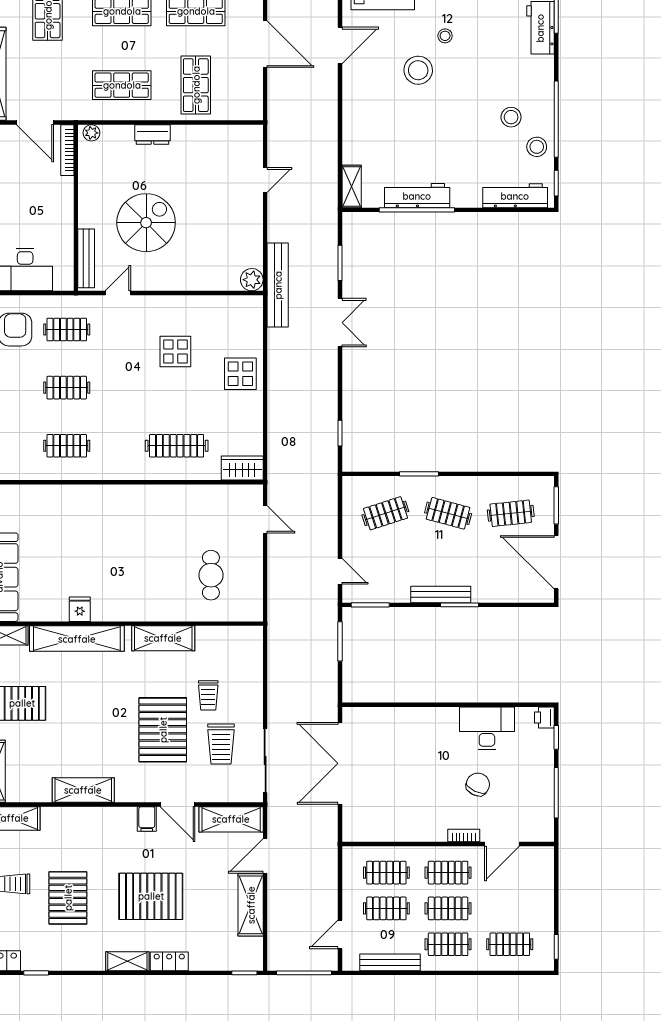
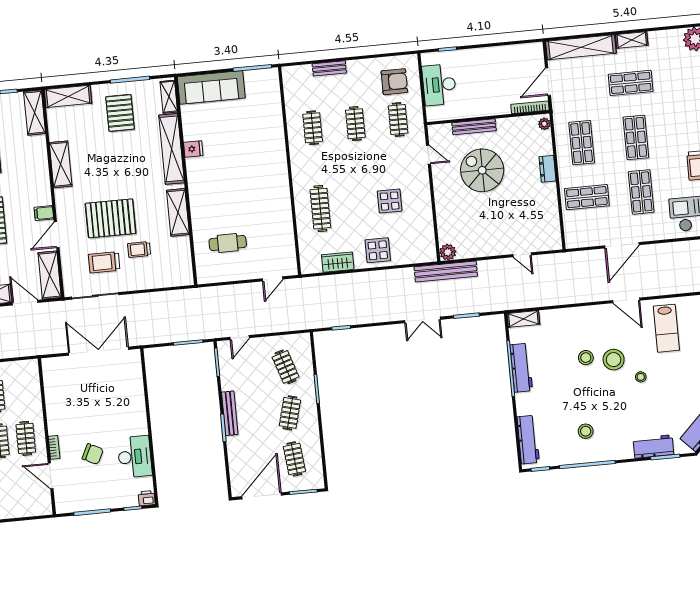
stool: (537, 147) -> (586, 358), moved
spiral stairs: (146, 223) -> (482, 170), turned 180
bench: (86, 258) -> (474, 127), moved
wardrobe: (242, 468) -> (338, 262), moved, turned -90
clothes rail: (386, 873) -> (21, 393), removed

